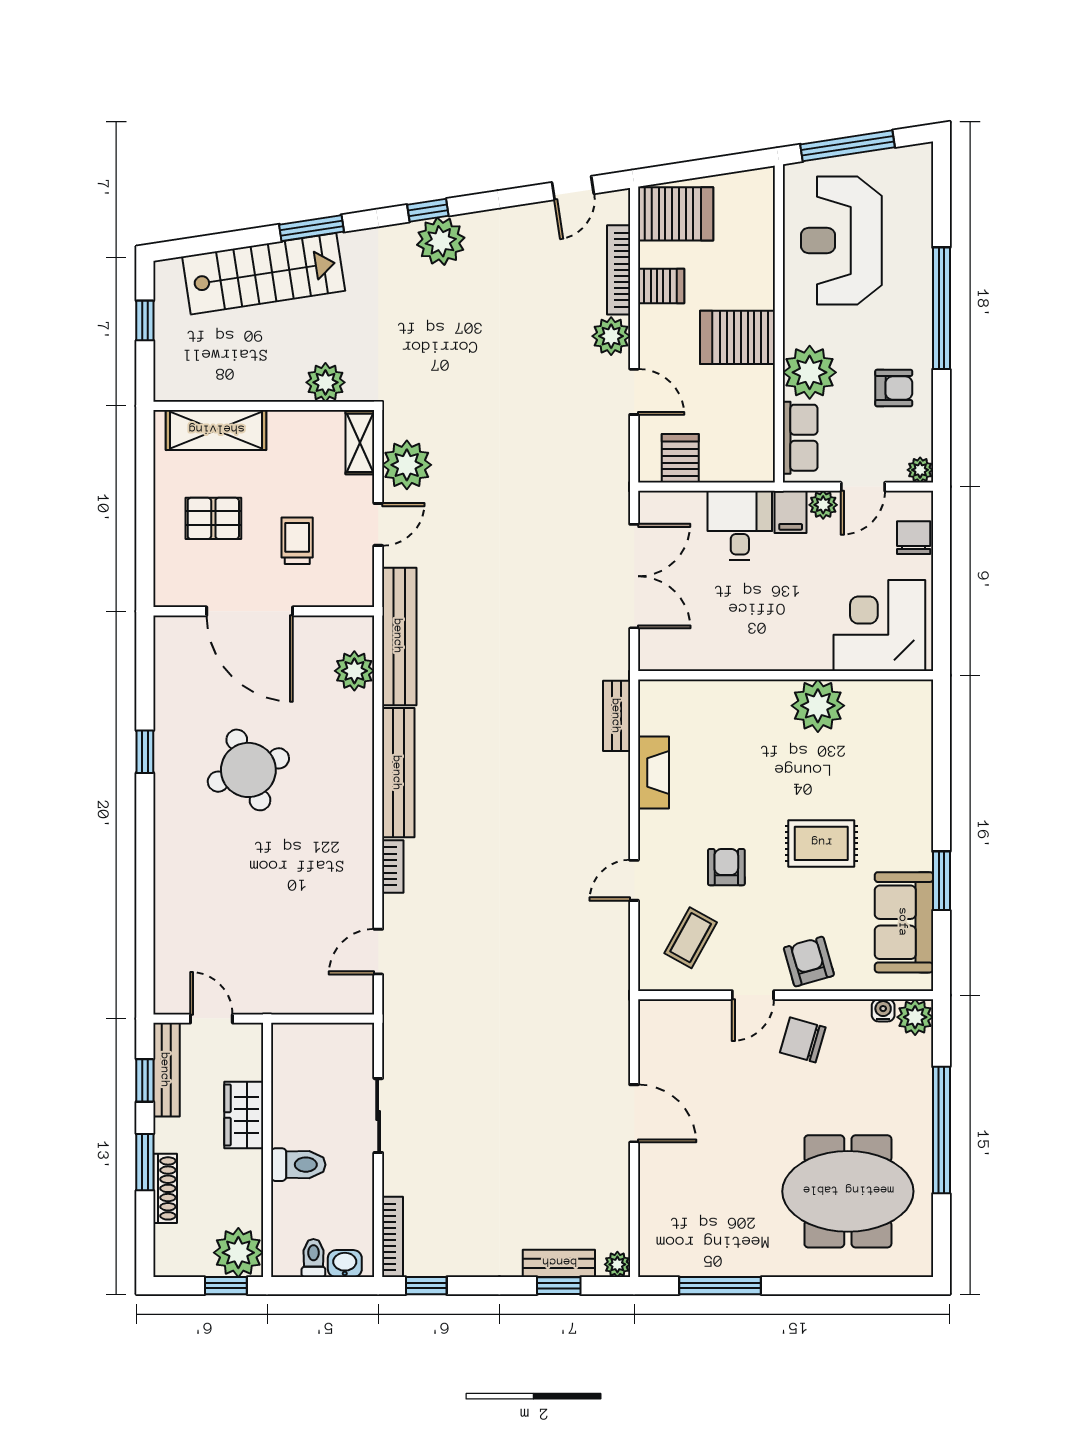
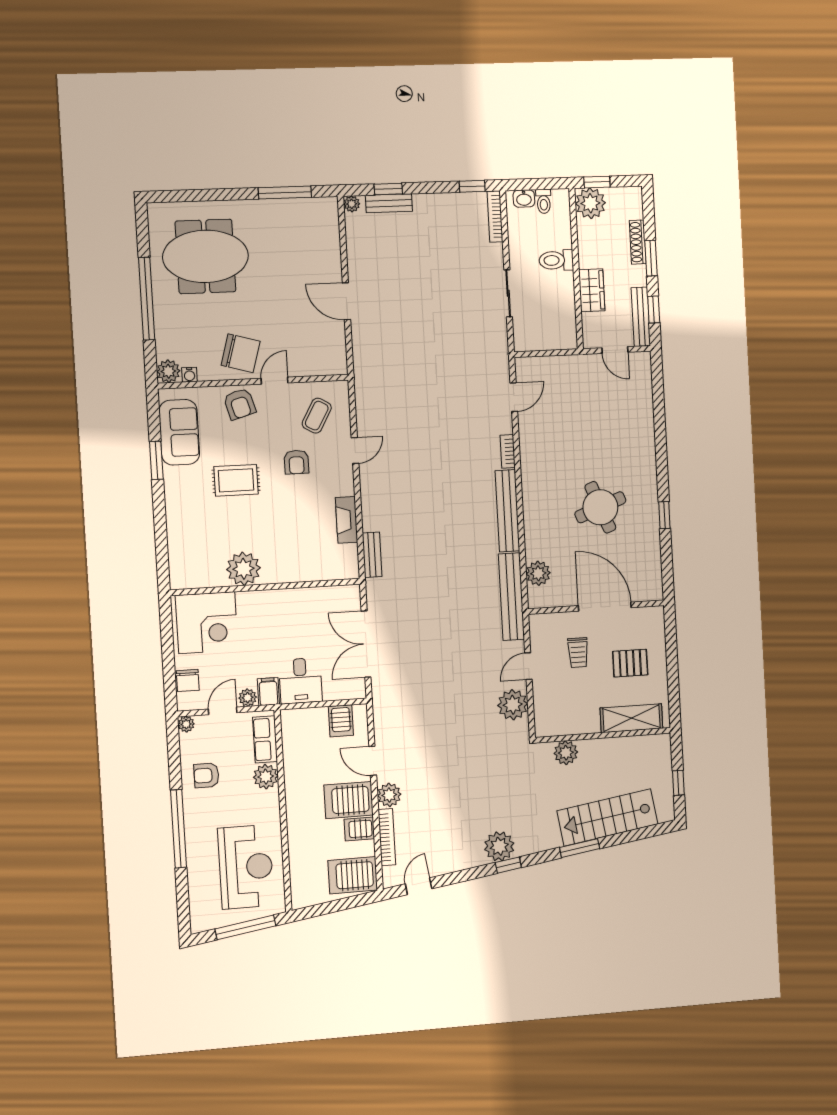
server rack: (737, 337) -> (349, 800), moved, turned 180
plant: (810, 372) -> (266, 777), width x0.73, depth x0.73
shelving: (360, 443) -> (543, 716), removed
chair: (803, 1040) -> (241, 353), width x1.37, depth x1.37

